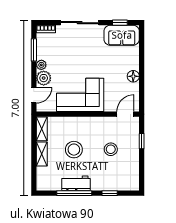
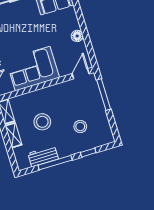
window: (142, 141) -> (104, 94), width x2.17
stool: (111, 149) -> (80, 126), moved
workbench: (76, 183) -> (43, 156), moved

